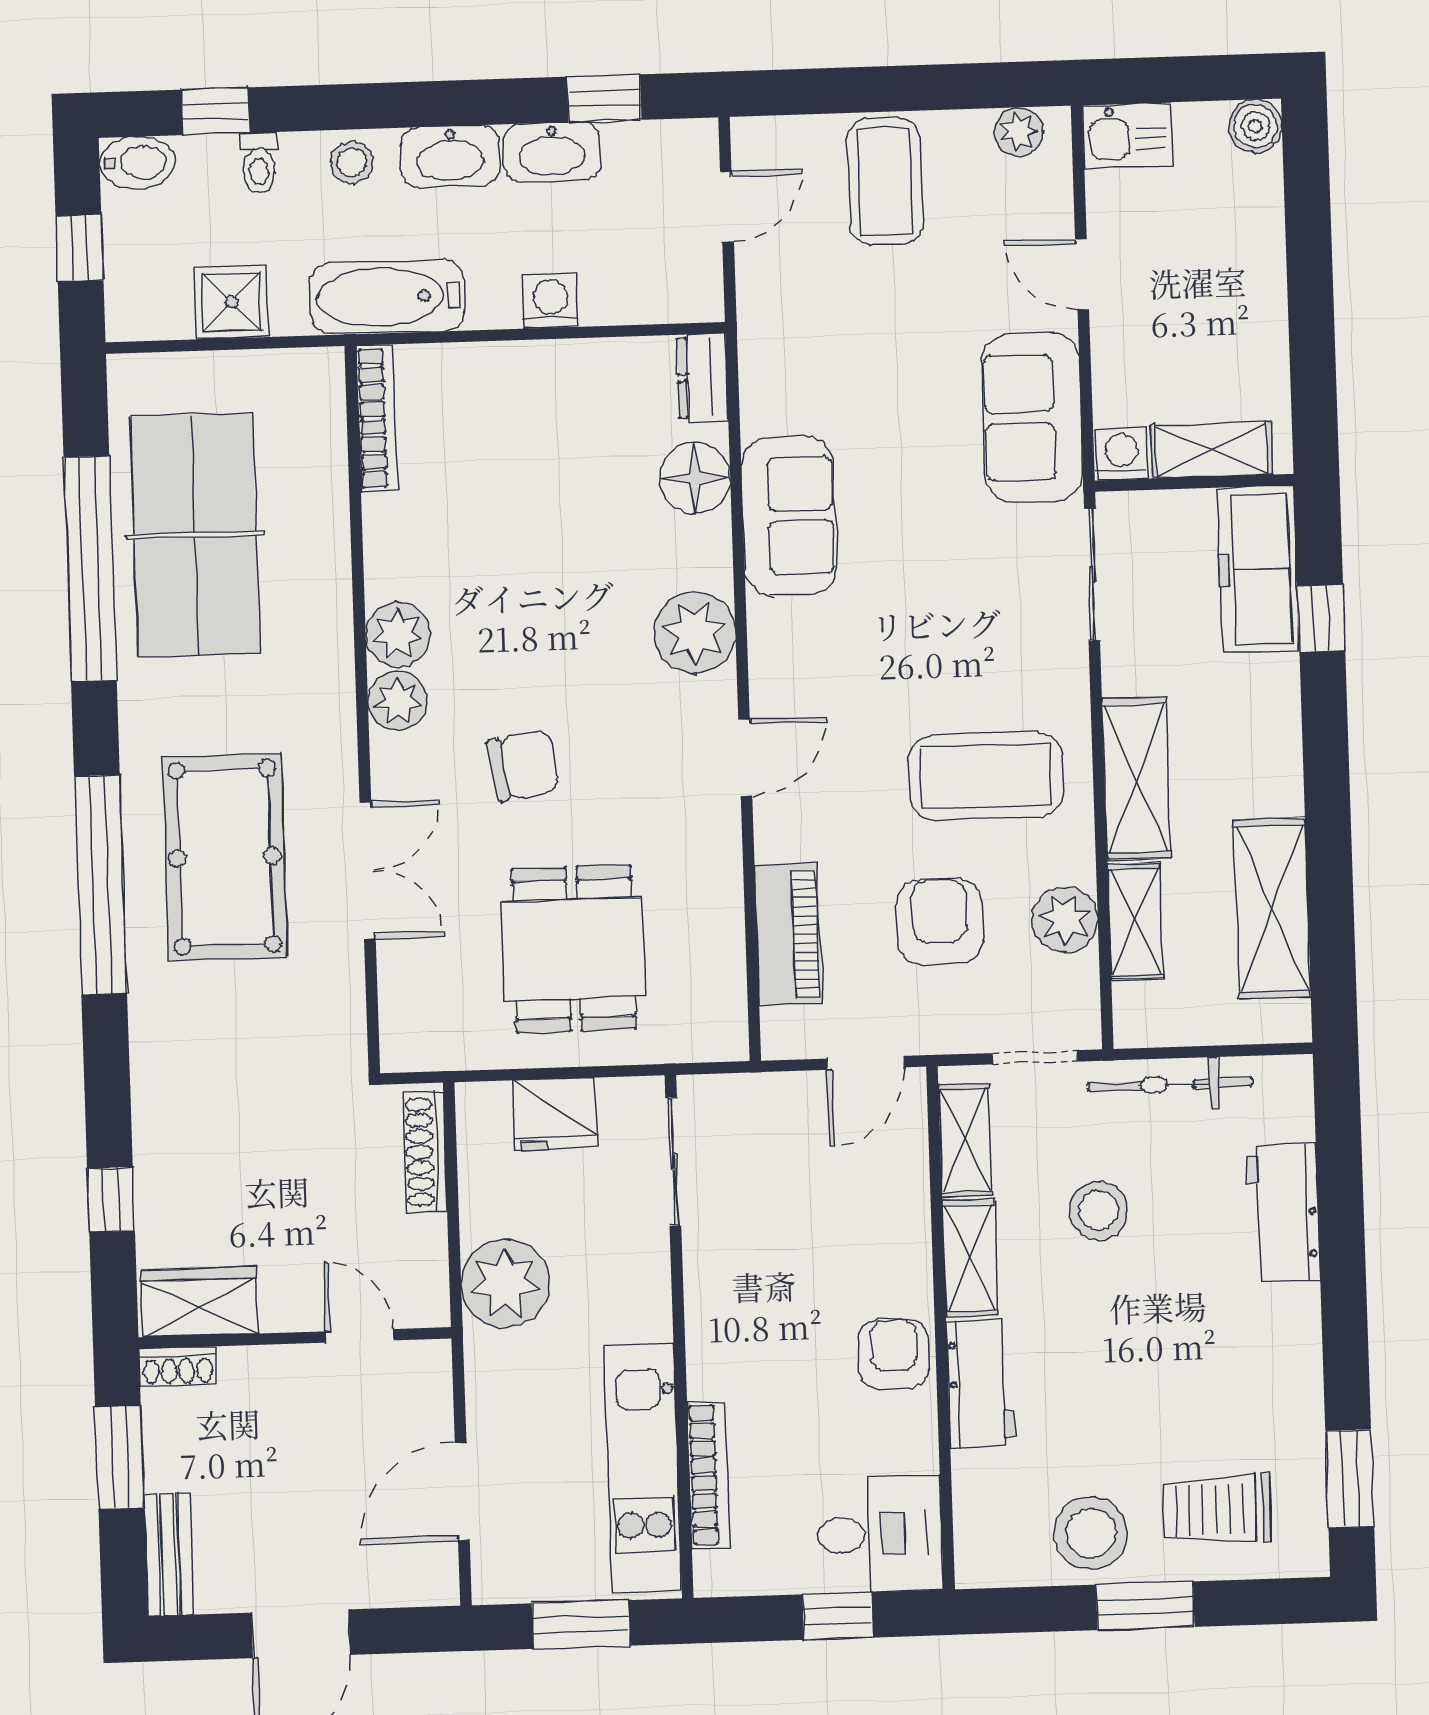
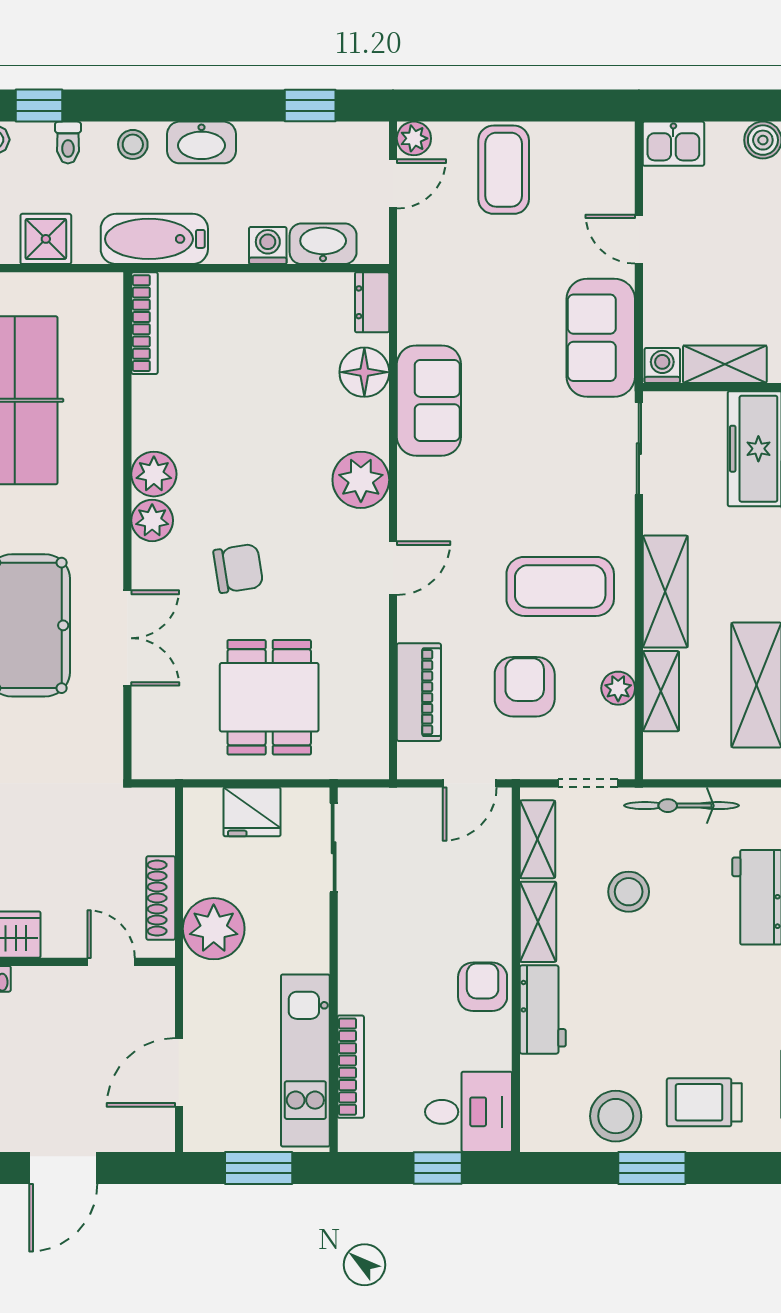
plant: (1019, 132) -> (414, 138), moved
washbasin: (552, 152) -> (323, 244), moved, turned 180
plant: (1065, 920) -> (618, 688), width x0.73, depth x0.73
shoe rack: (425, 1152) -> (161, 898), moved

